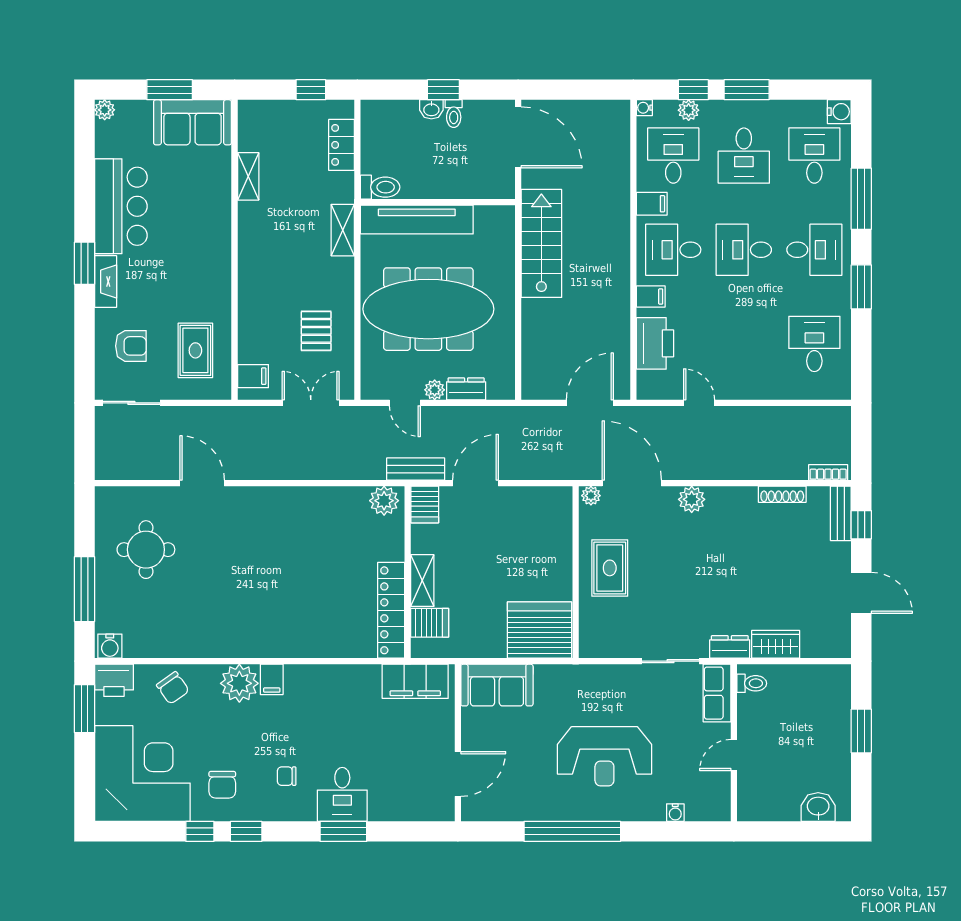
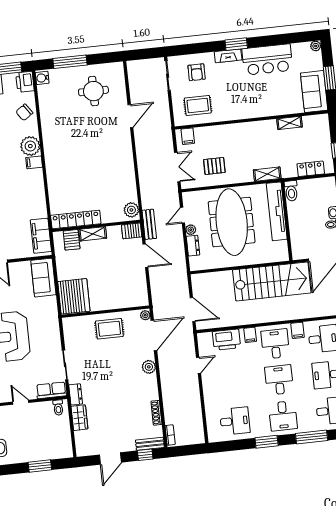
stairs: (541, 243) -> (272, 281), width x1.36, depth x1.51

